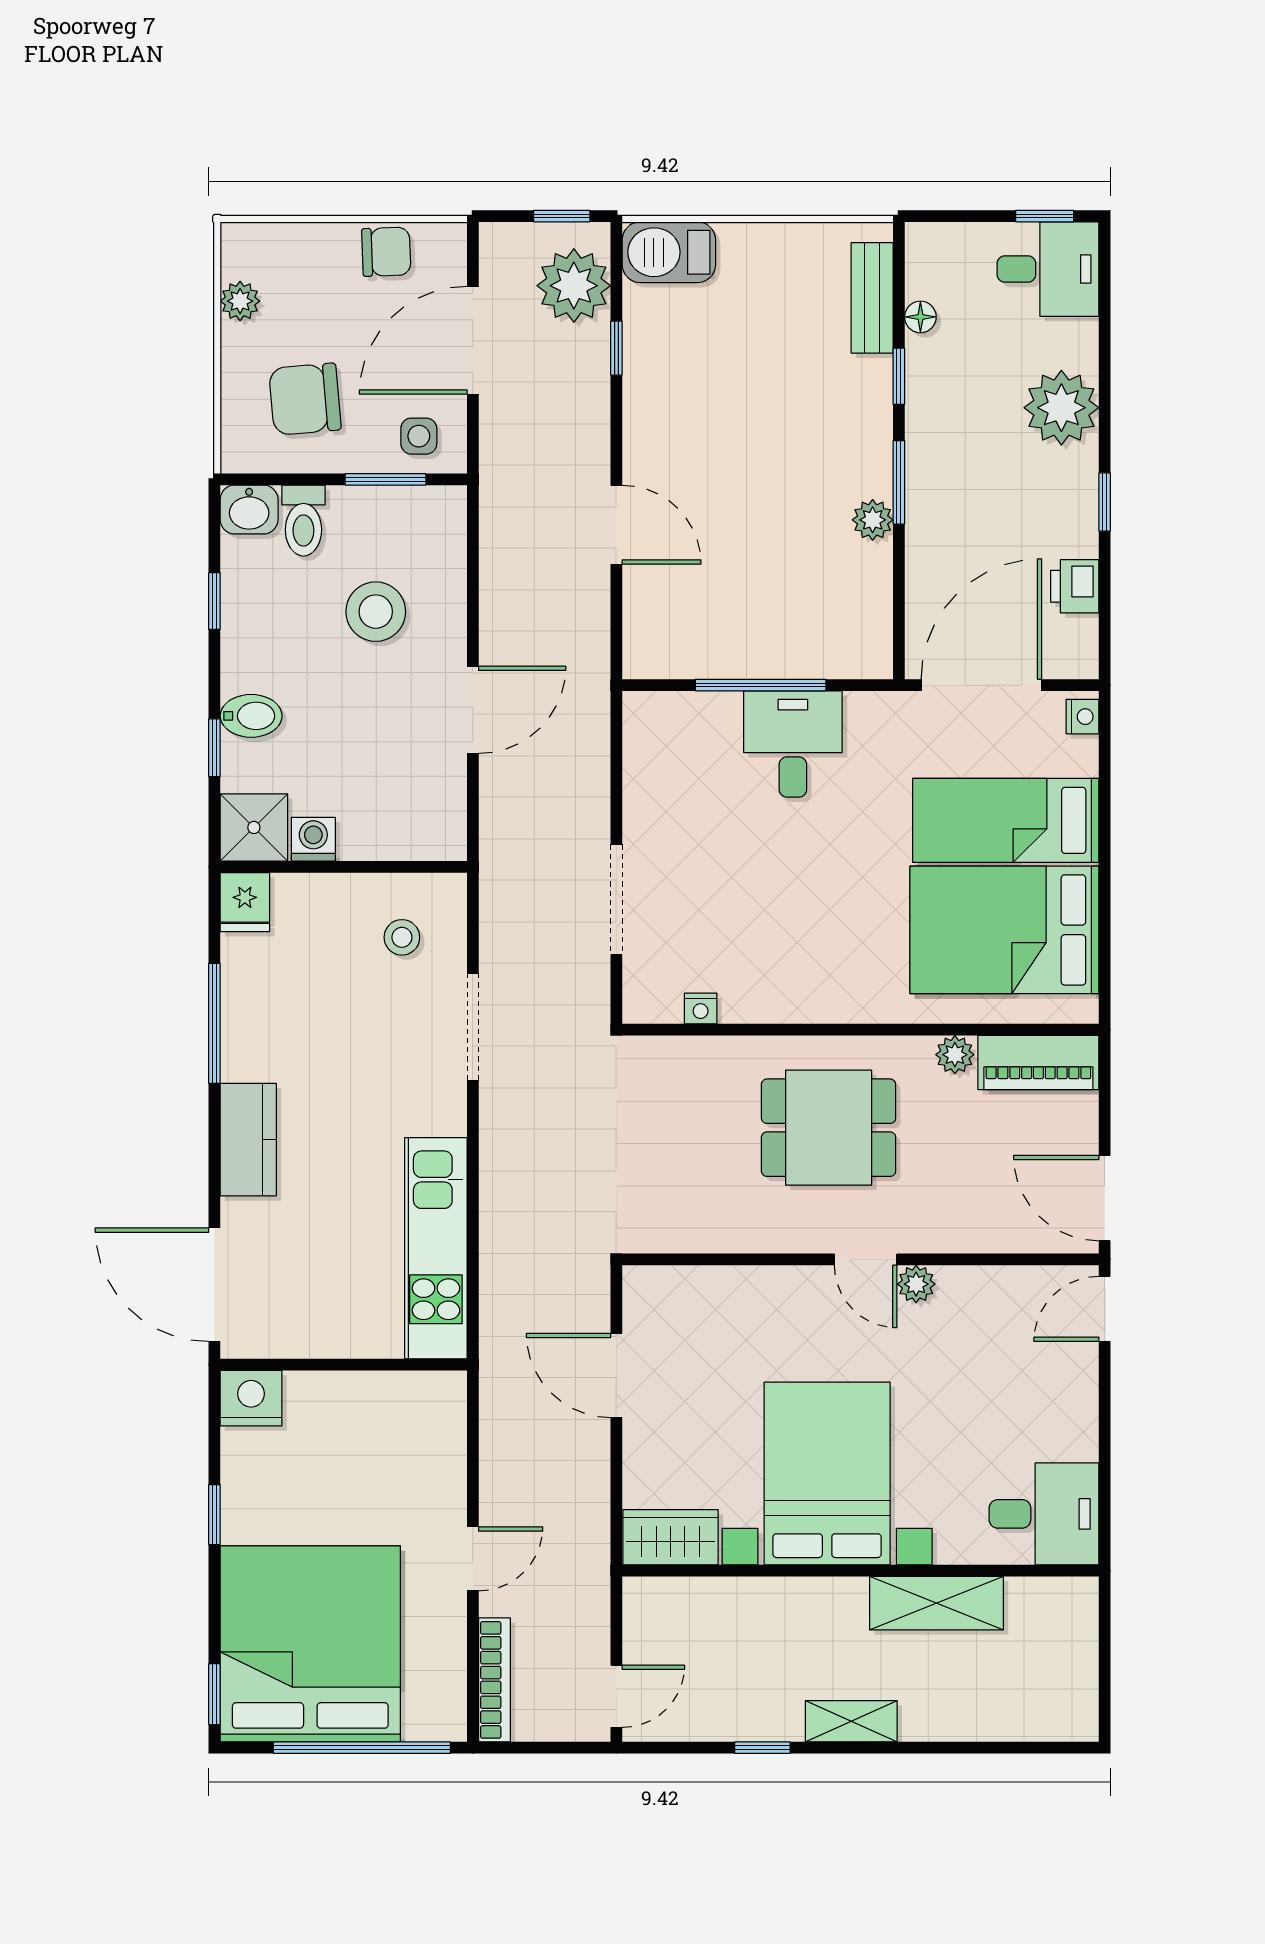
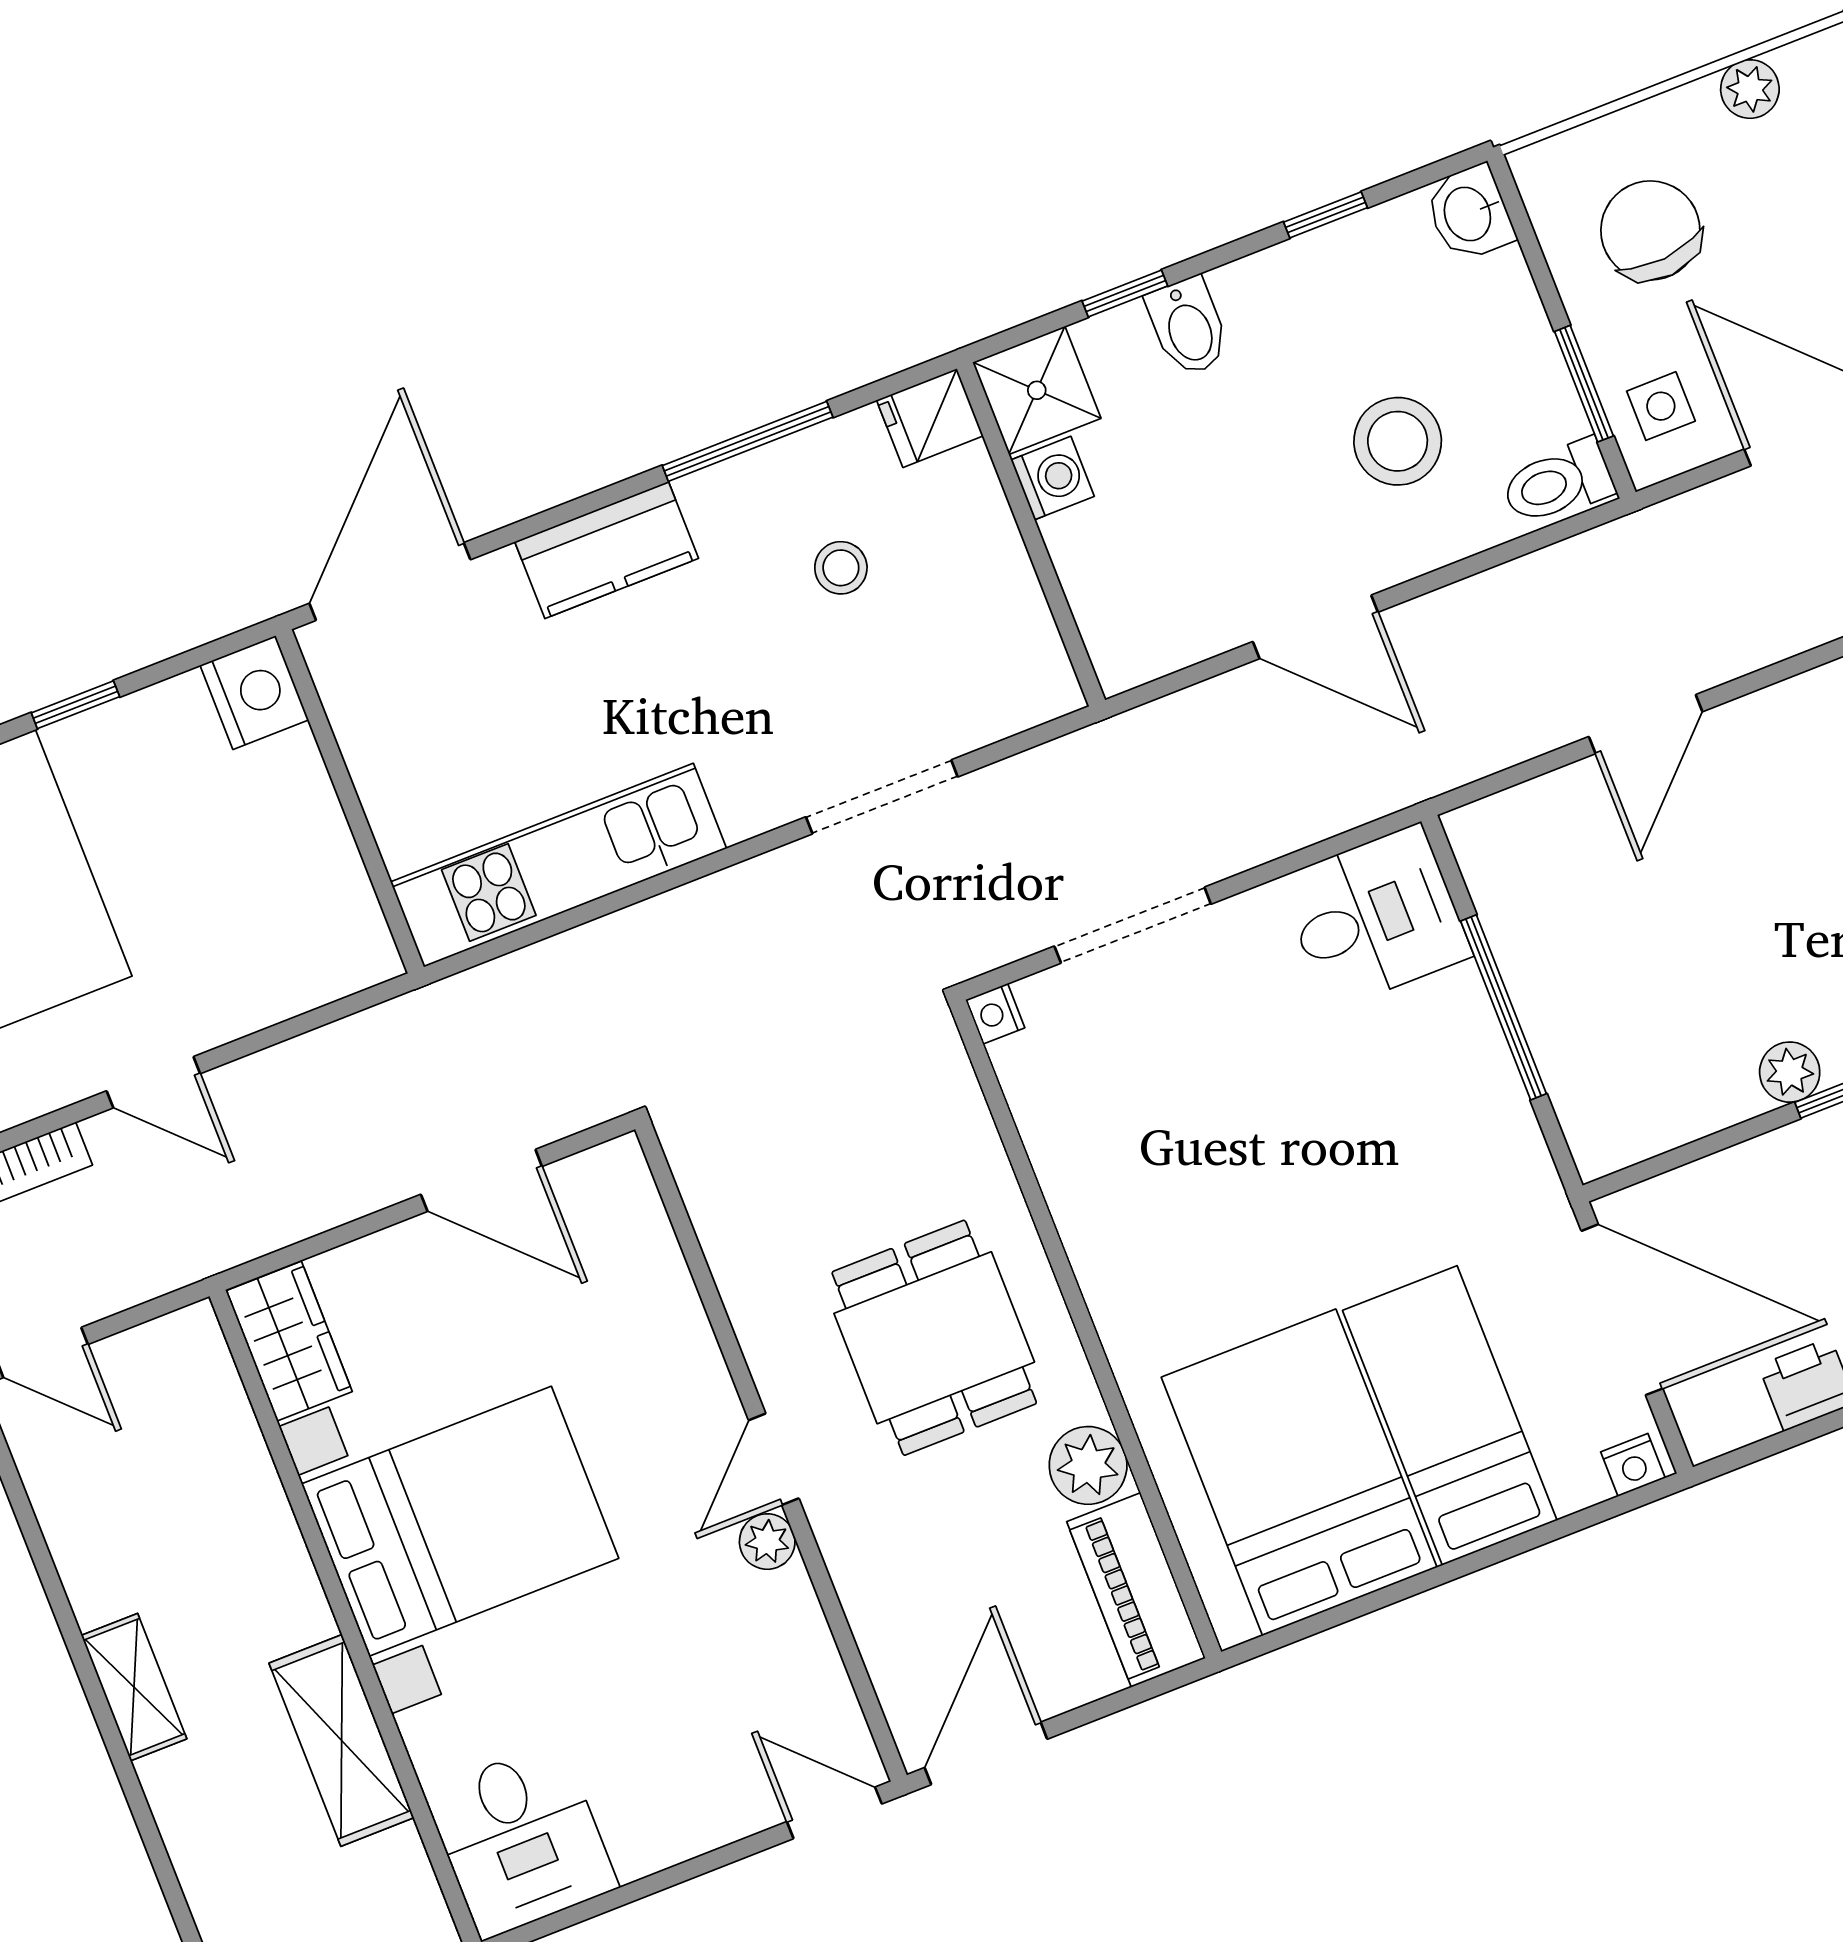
toilet: (303, 521) -> (1558, 483), moved
desk: (793, 744) -> (1375, 917), moved
stool: (402, 937) -> (841, 568), moved
nightstand: (701, 1009) -> (995, 1014), moved
plant: (955, 1055) -> (1088, 1465), width x1.38, depth x1.38
door: (616, 1375) -> (481, 1180), swing flipped
window: (762, 1748) -> (50, 1580), removed

